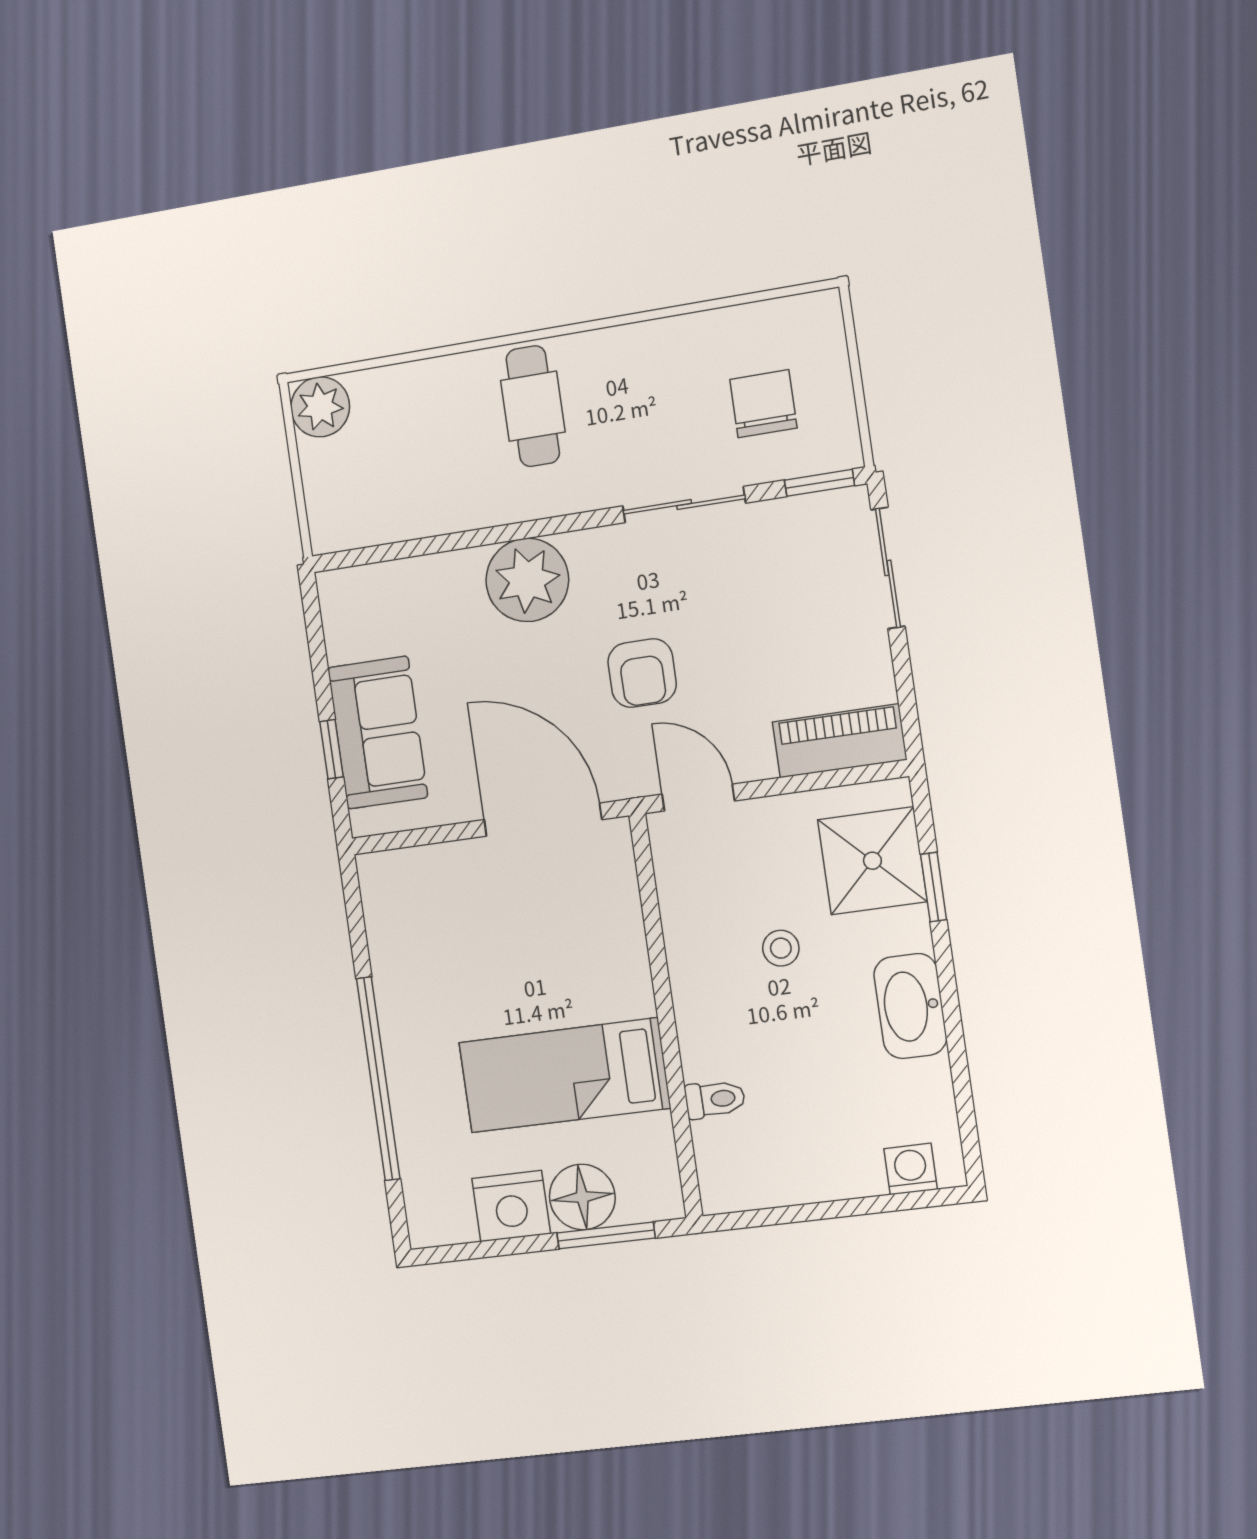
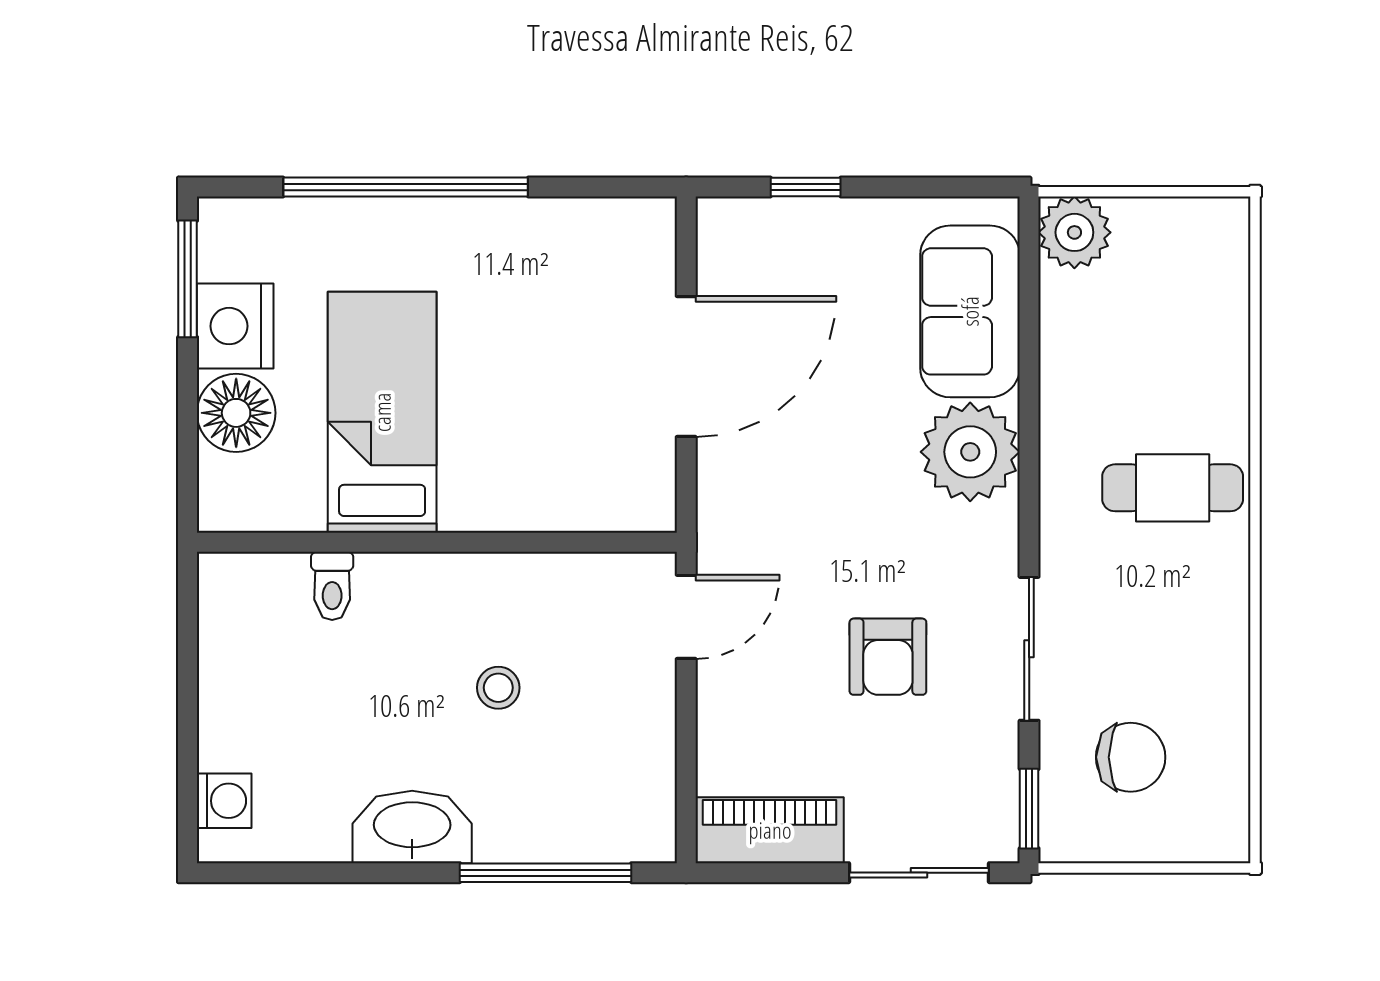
plant: (320, 407) -> (1074, 232), moved
armchair: (642, 673) -> (888, 657), moved, turned -90
sofa: (378, 733) -> (970, 311), moved, turned 90
piano: (840, 741) -> (770, 830), moved, turned -90
door: (543, 820) -> (686, 366), moved
shower: (872, 861) -> (585, 807), removed
window: (934, 887) -> (546, 873), width x2.17
window: (606, 1235) -> (188, 279), moved

